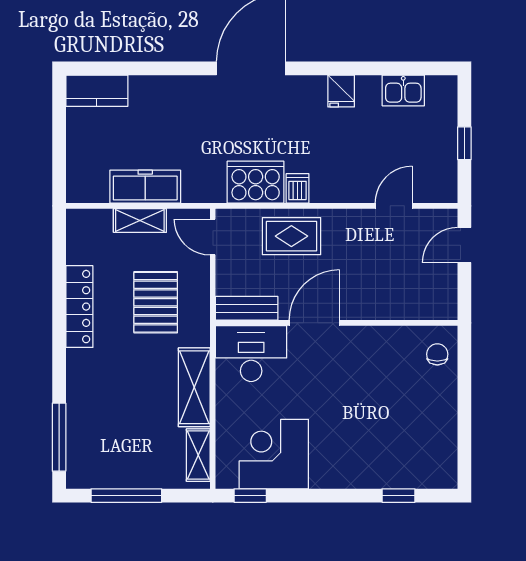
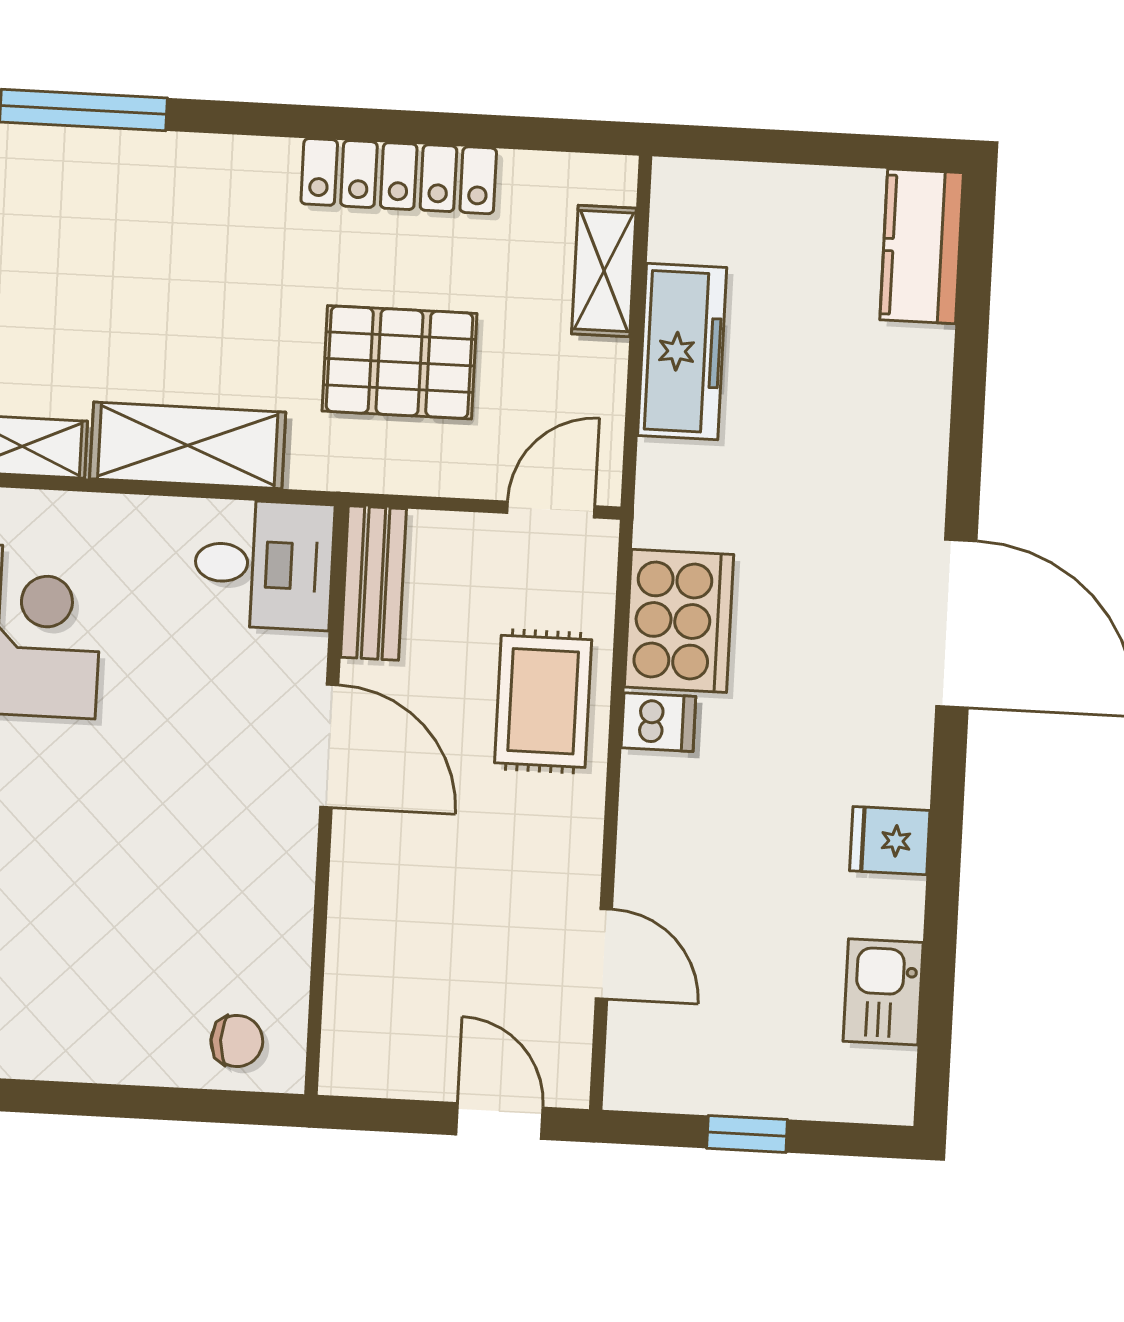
shelving: (140, 220) -> (604, 271), moved
desk: (251, 354) -> (264, 565), width x0.73

